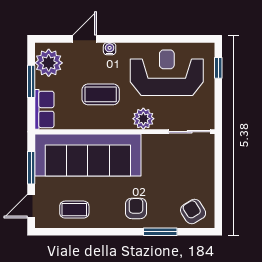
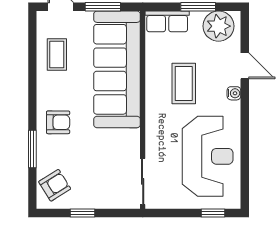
plant: (143, 119) -> (157, 130), removed
window: (218, 186) -> (82, 213), added

